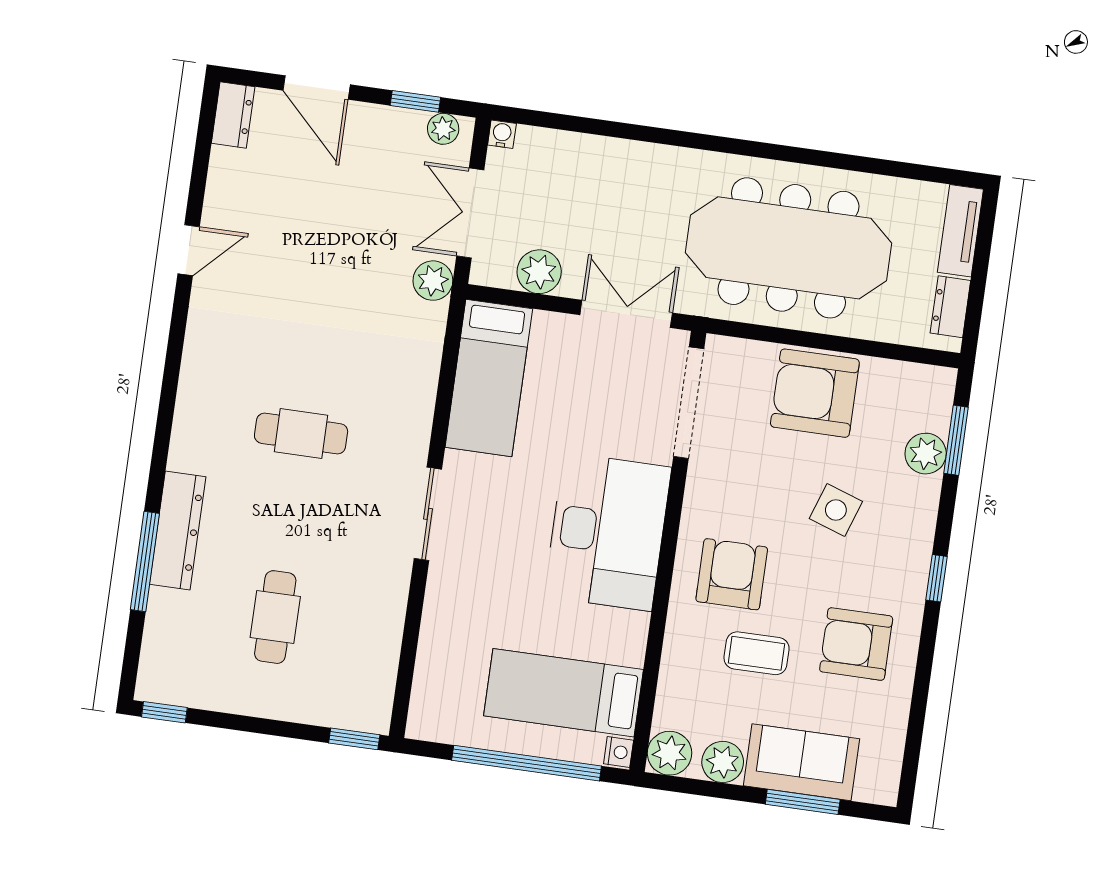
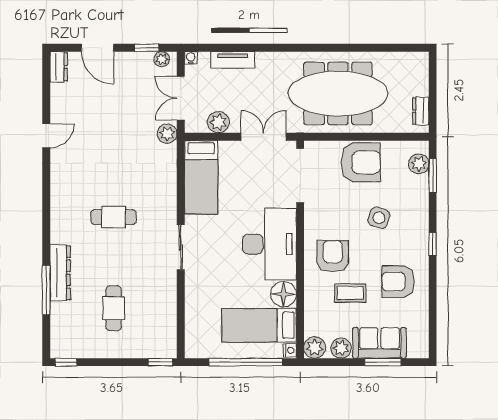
tv unit: (960, 231) -> (233, 60), moved, turned -90
armchair: (815, 393) -> (361, 162), turned 180
plant: (926, 454) -> (419, 164), moved
floor lamp: (622, 637) -> (283, 294), added

